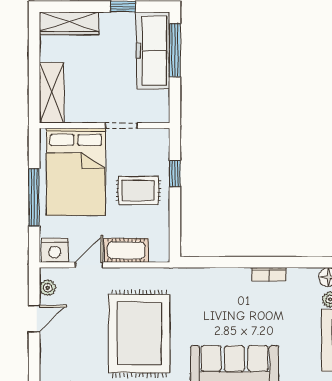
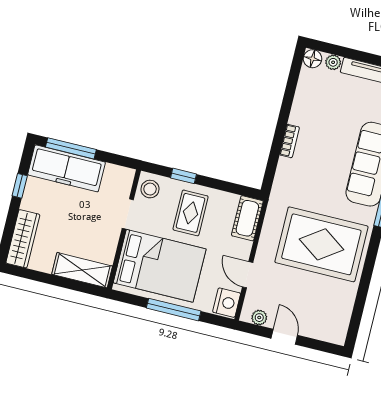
stool: (153, 142) -> (150, 189), added
cot: (126, 250) -> (247, 218), moved
bookcase: (269, 274) -> (290, 141), moved

